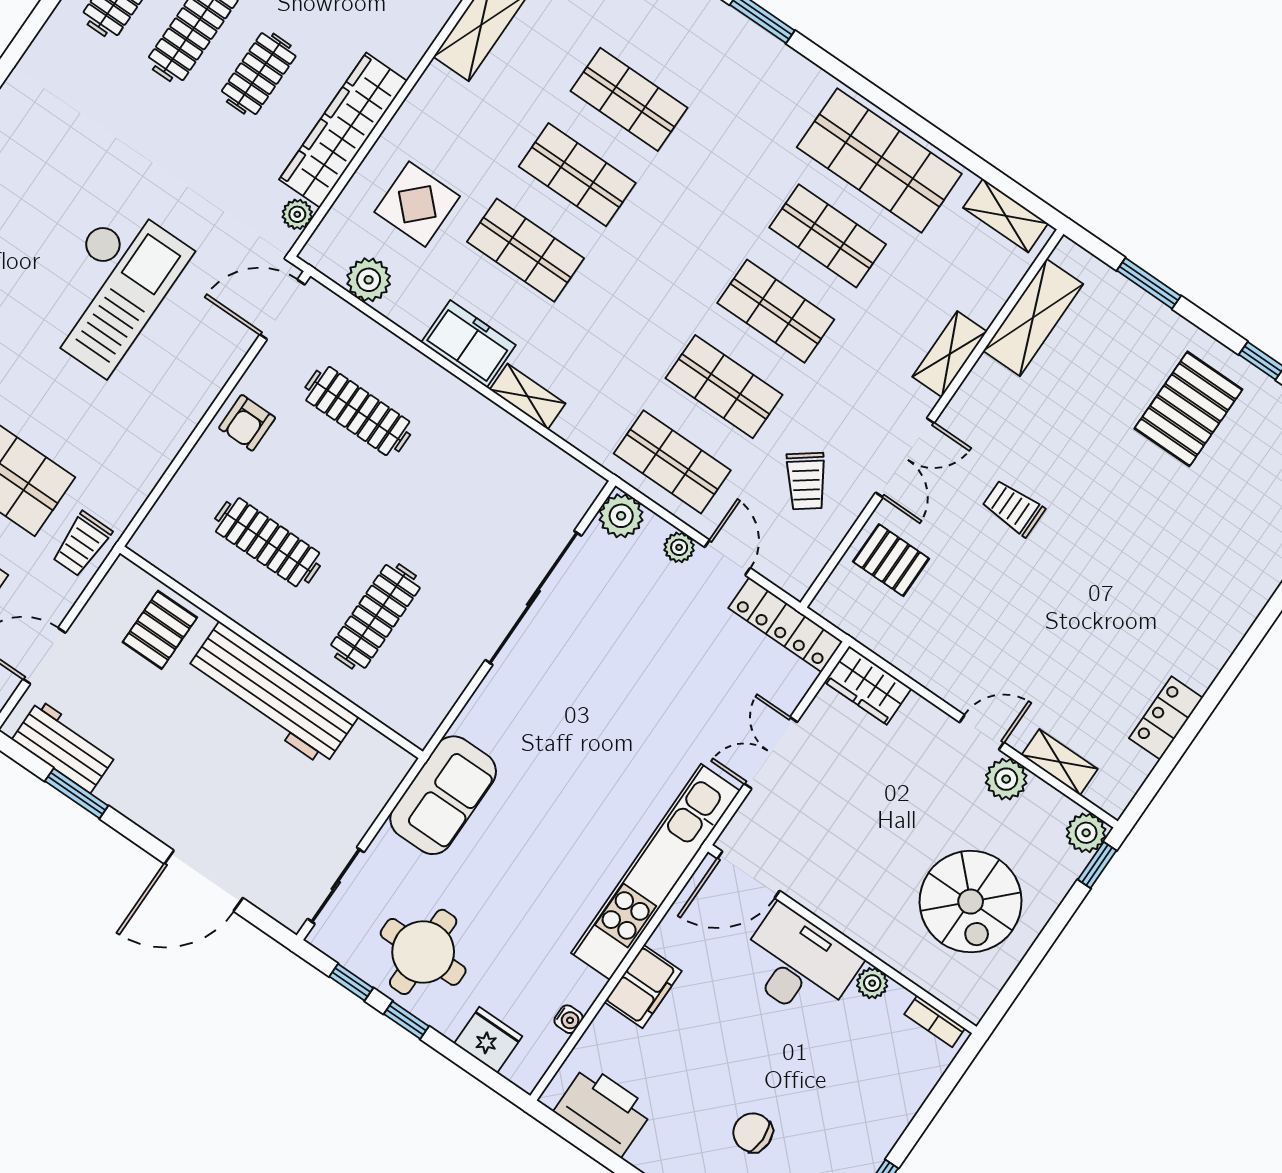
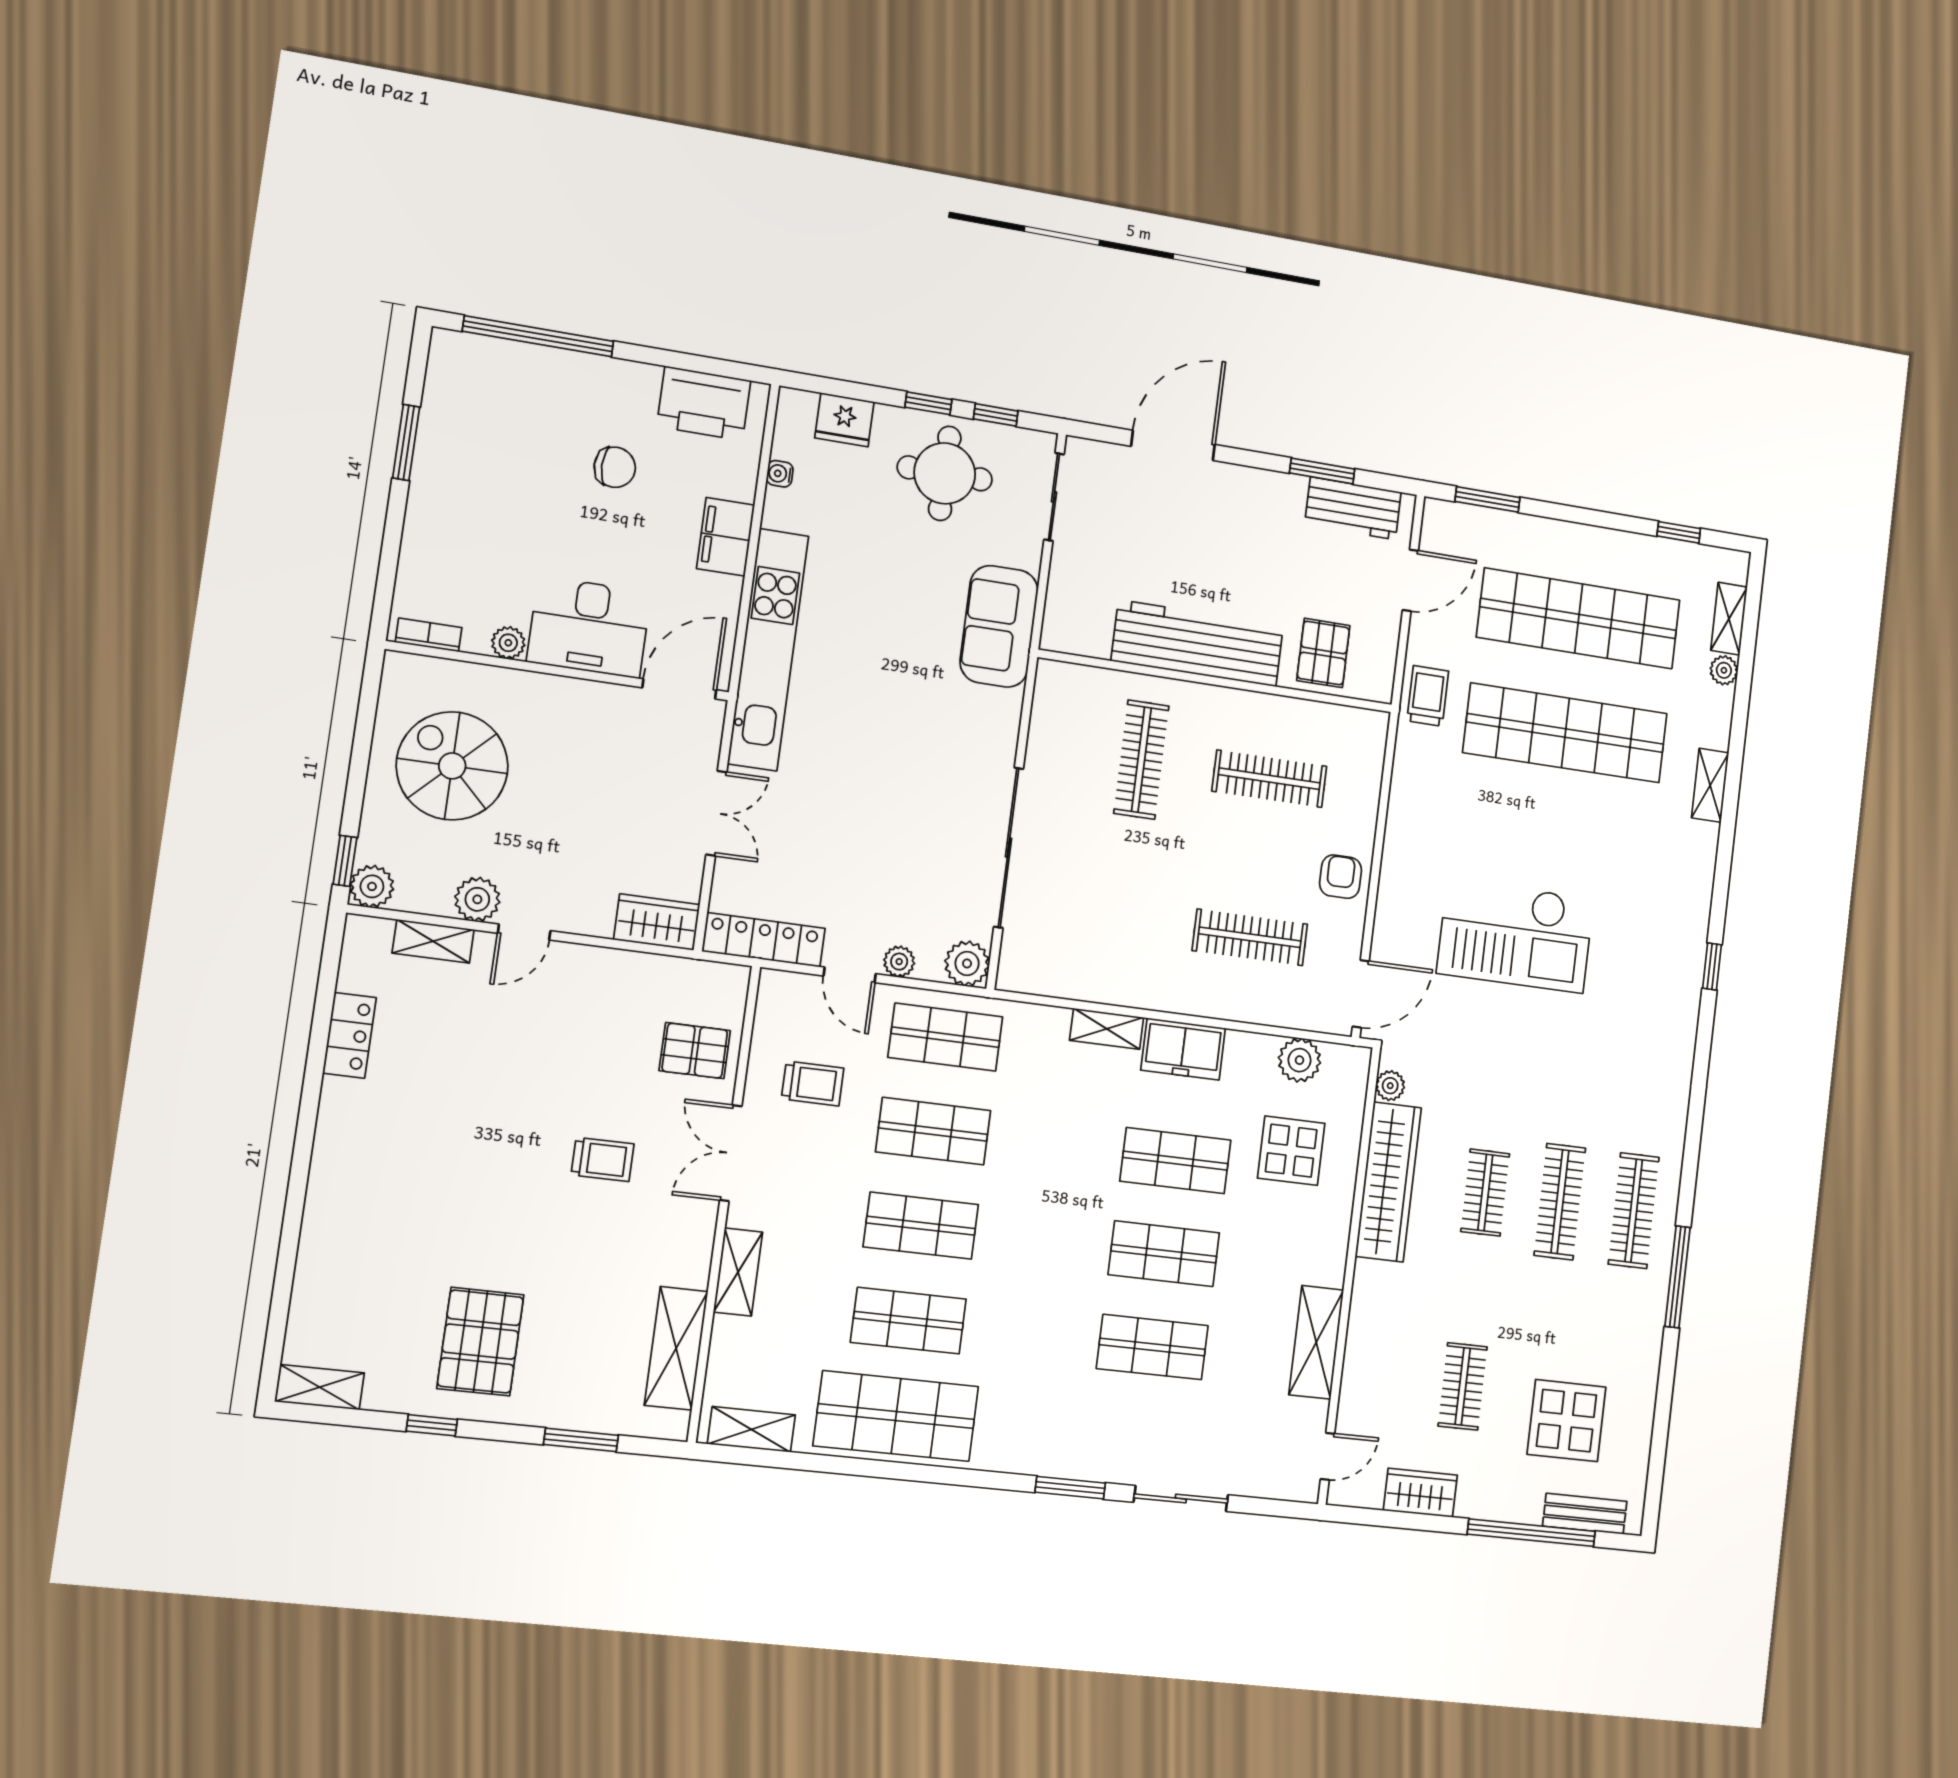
checkout: (111, 288) -> (1515, 936), turned -90
trolley: (806, 481) -> (813, 1083), turned 127
chair: (753, 1133) -> (615, 467), moved

